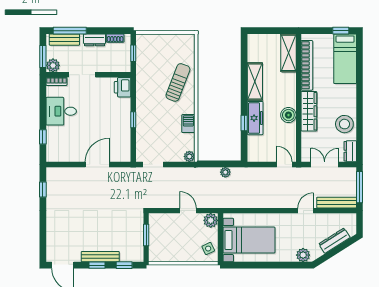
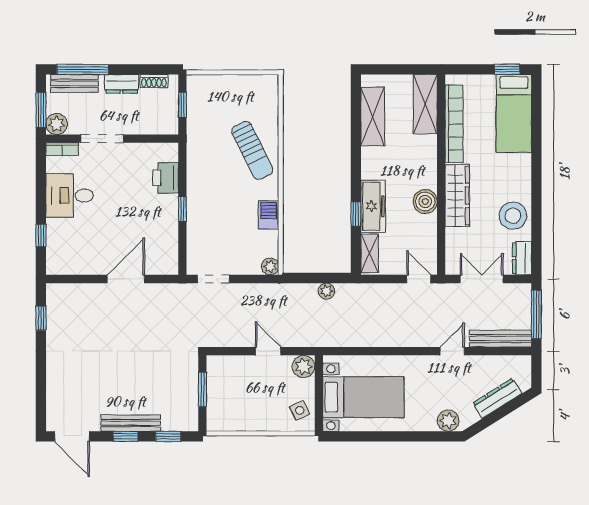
shelving: (255, 81) -> (373, 116), moved
sun lounger: (178, 82) -> (252, 150), turned 133
printer: (123, 87) -> (166, 178), moved
shelving: (253, 148) -> (370, 253), added

